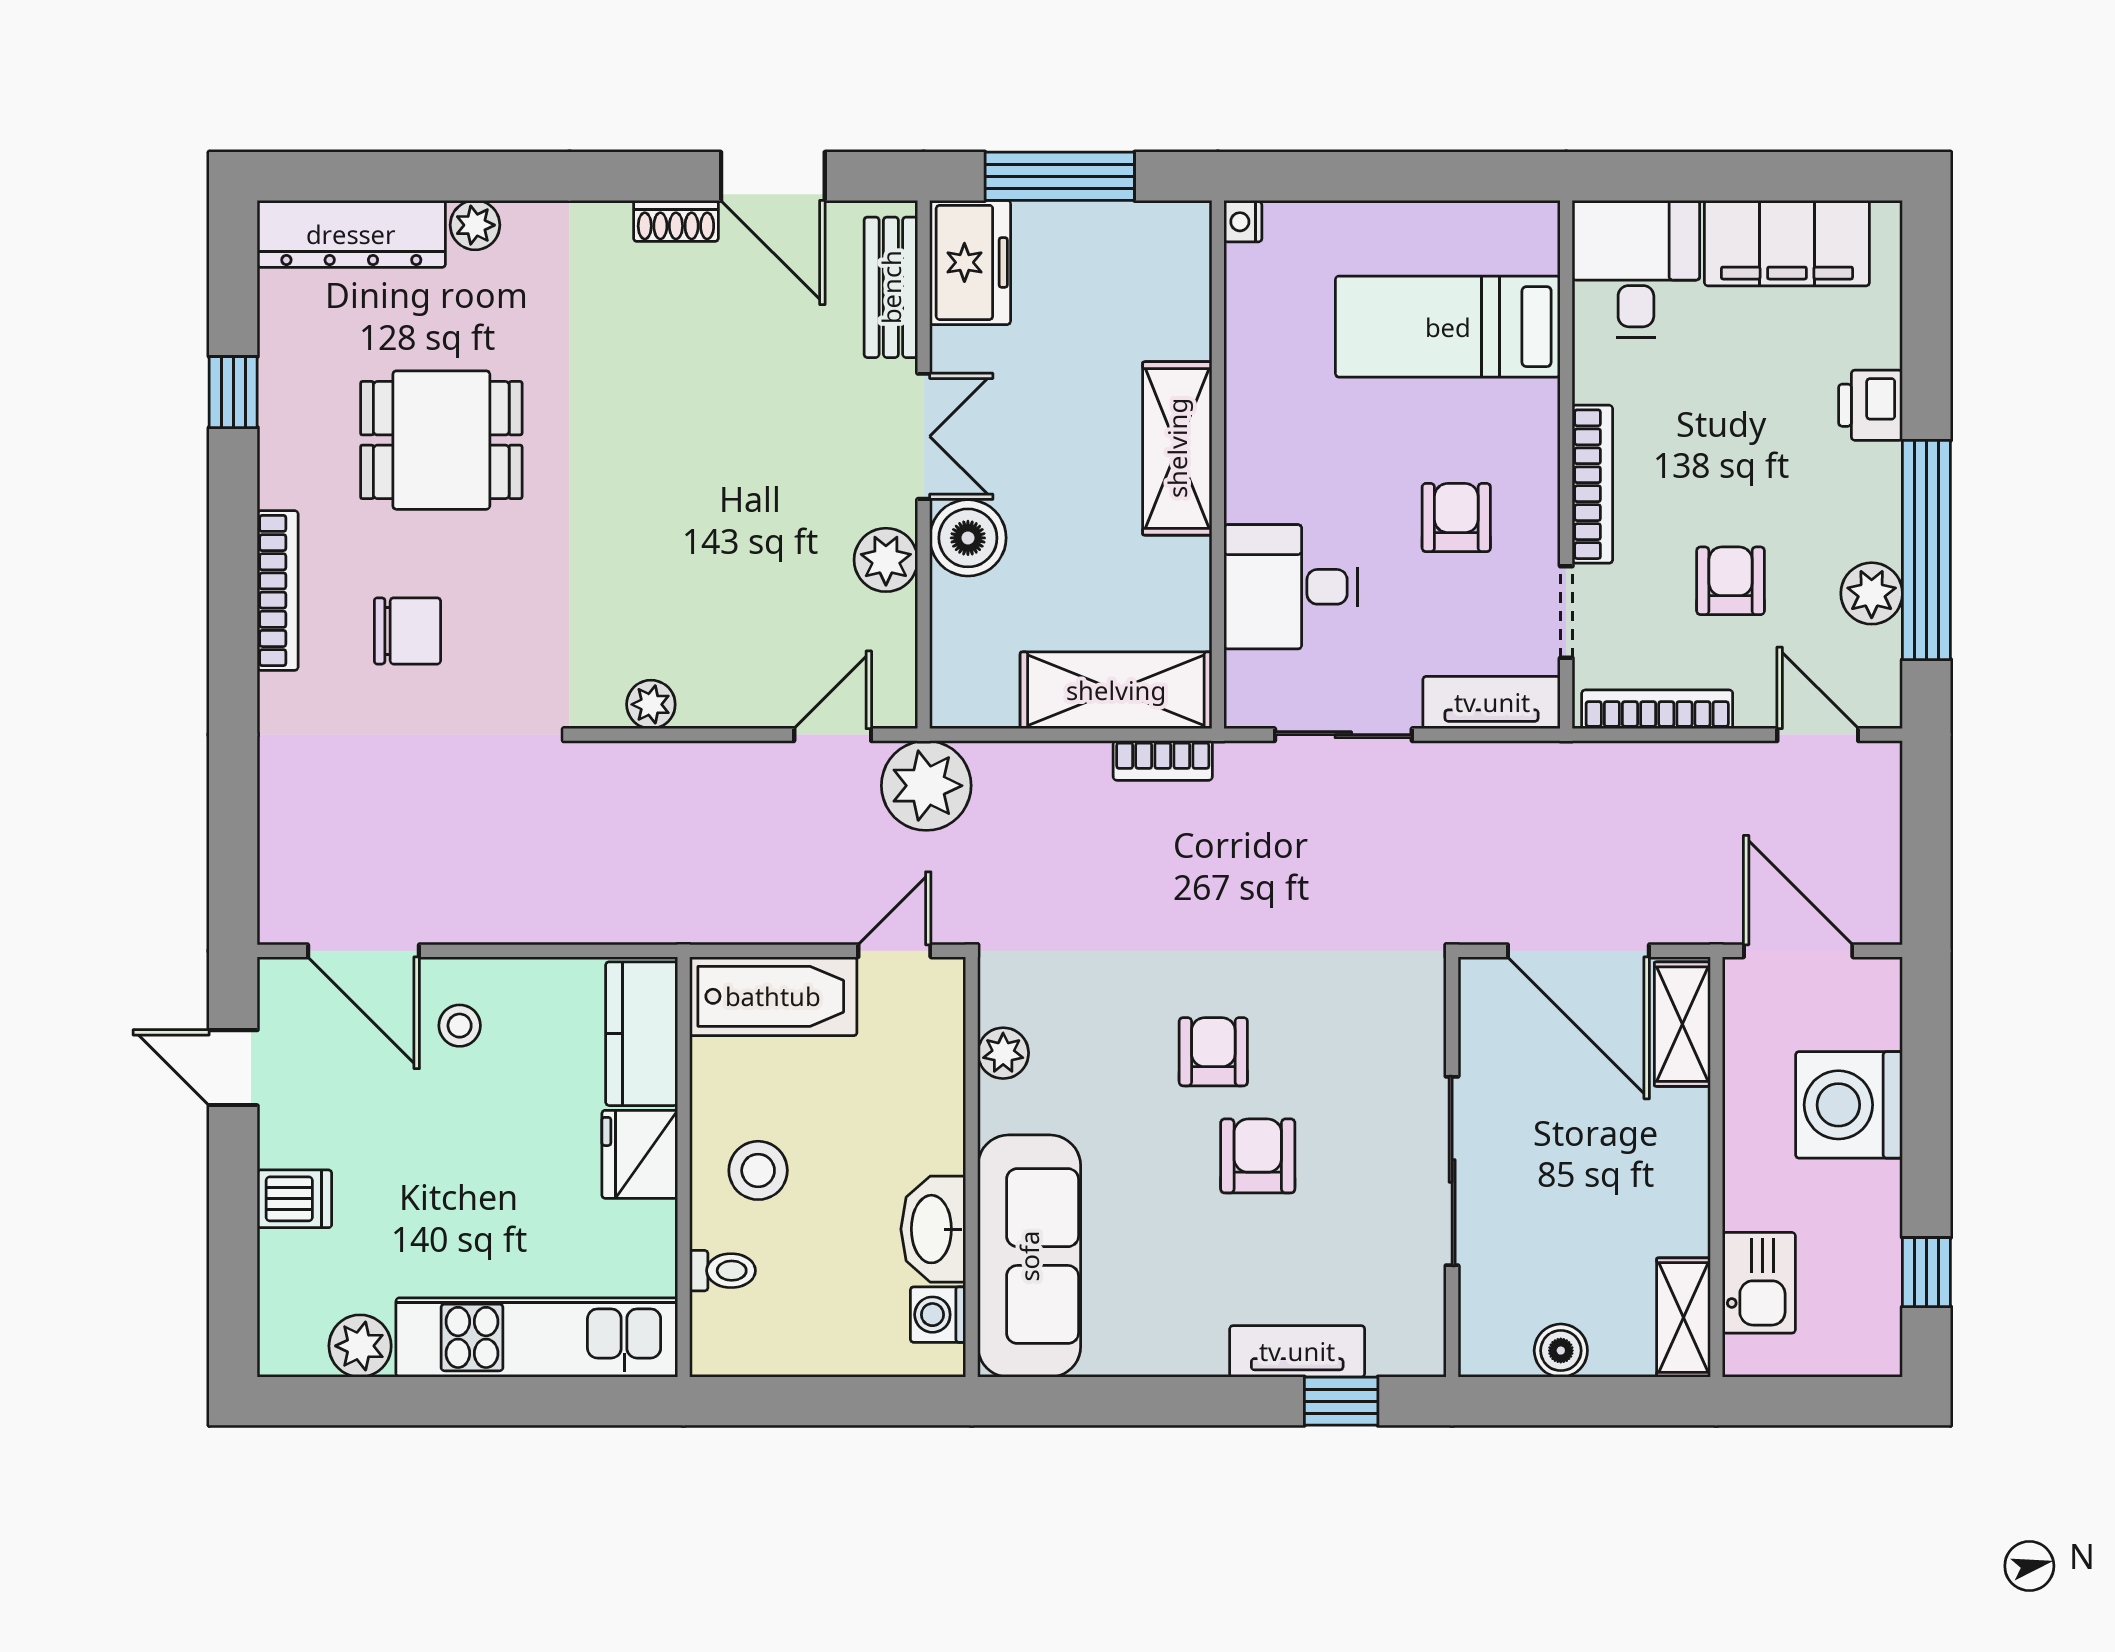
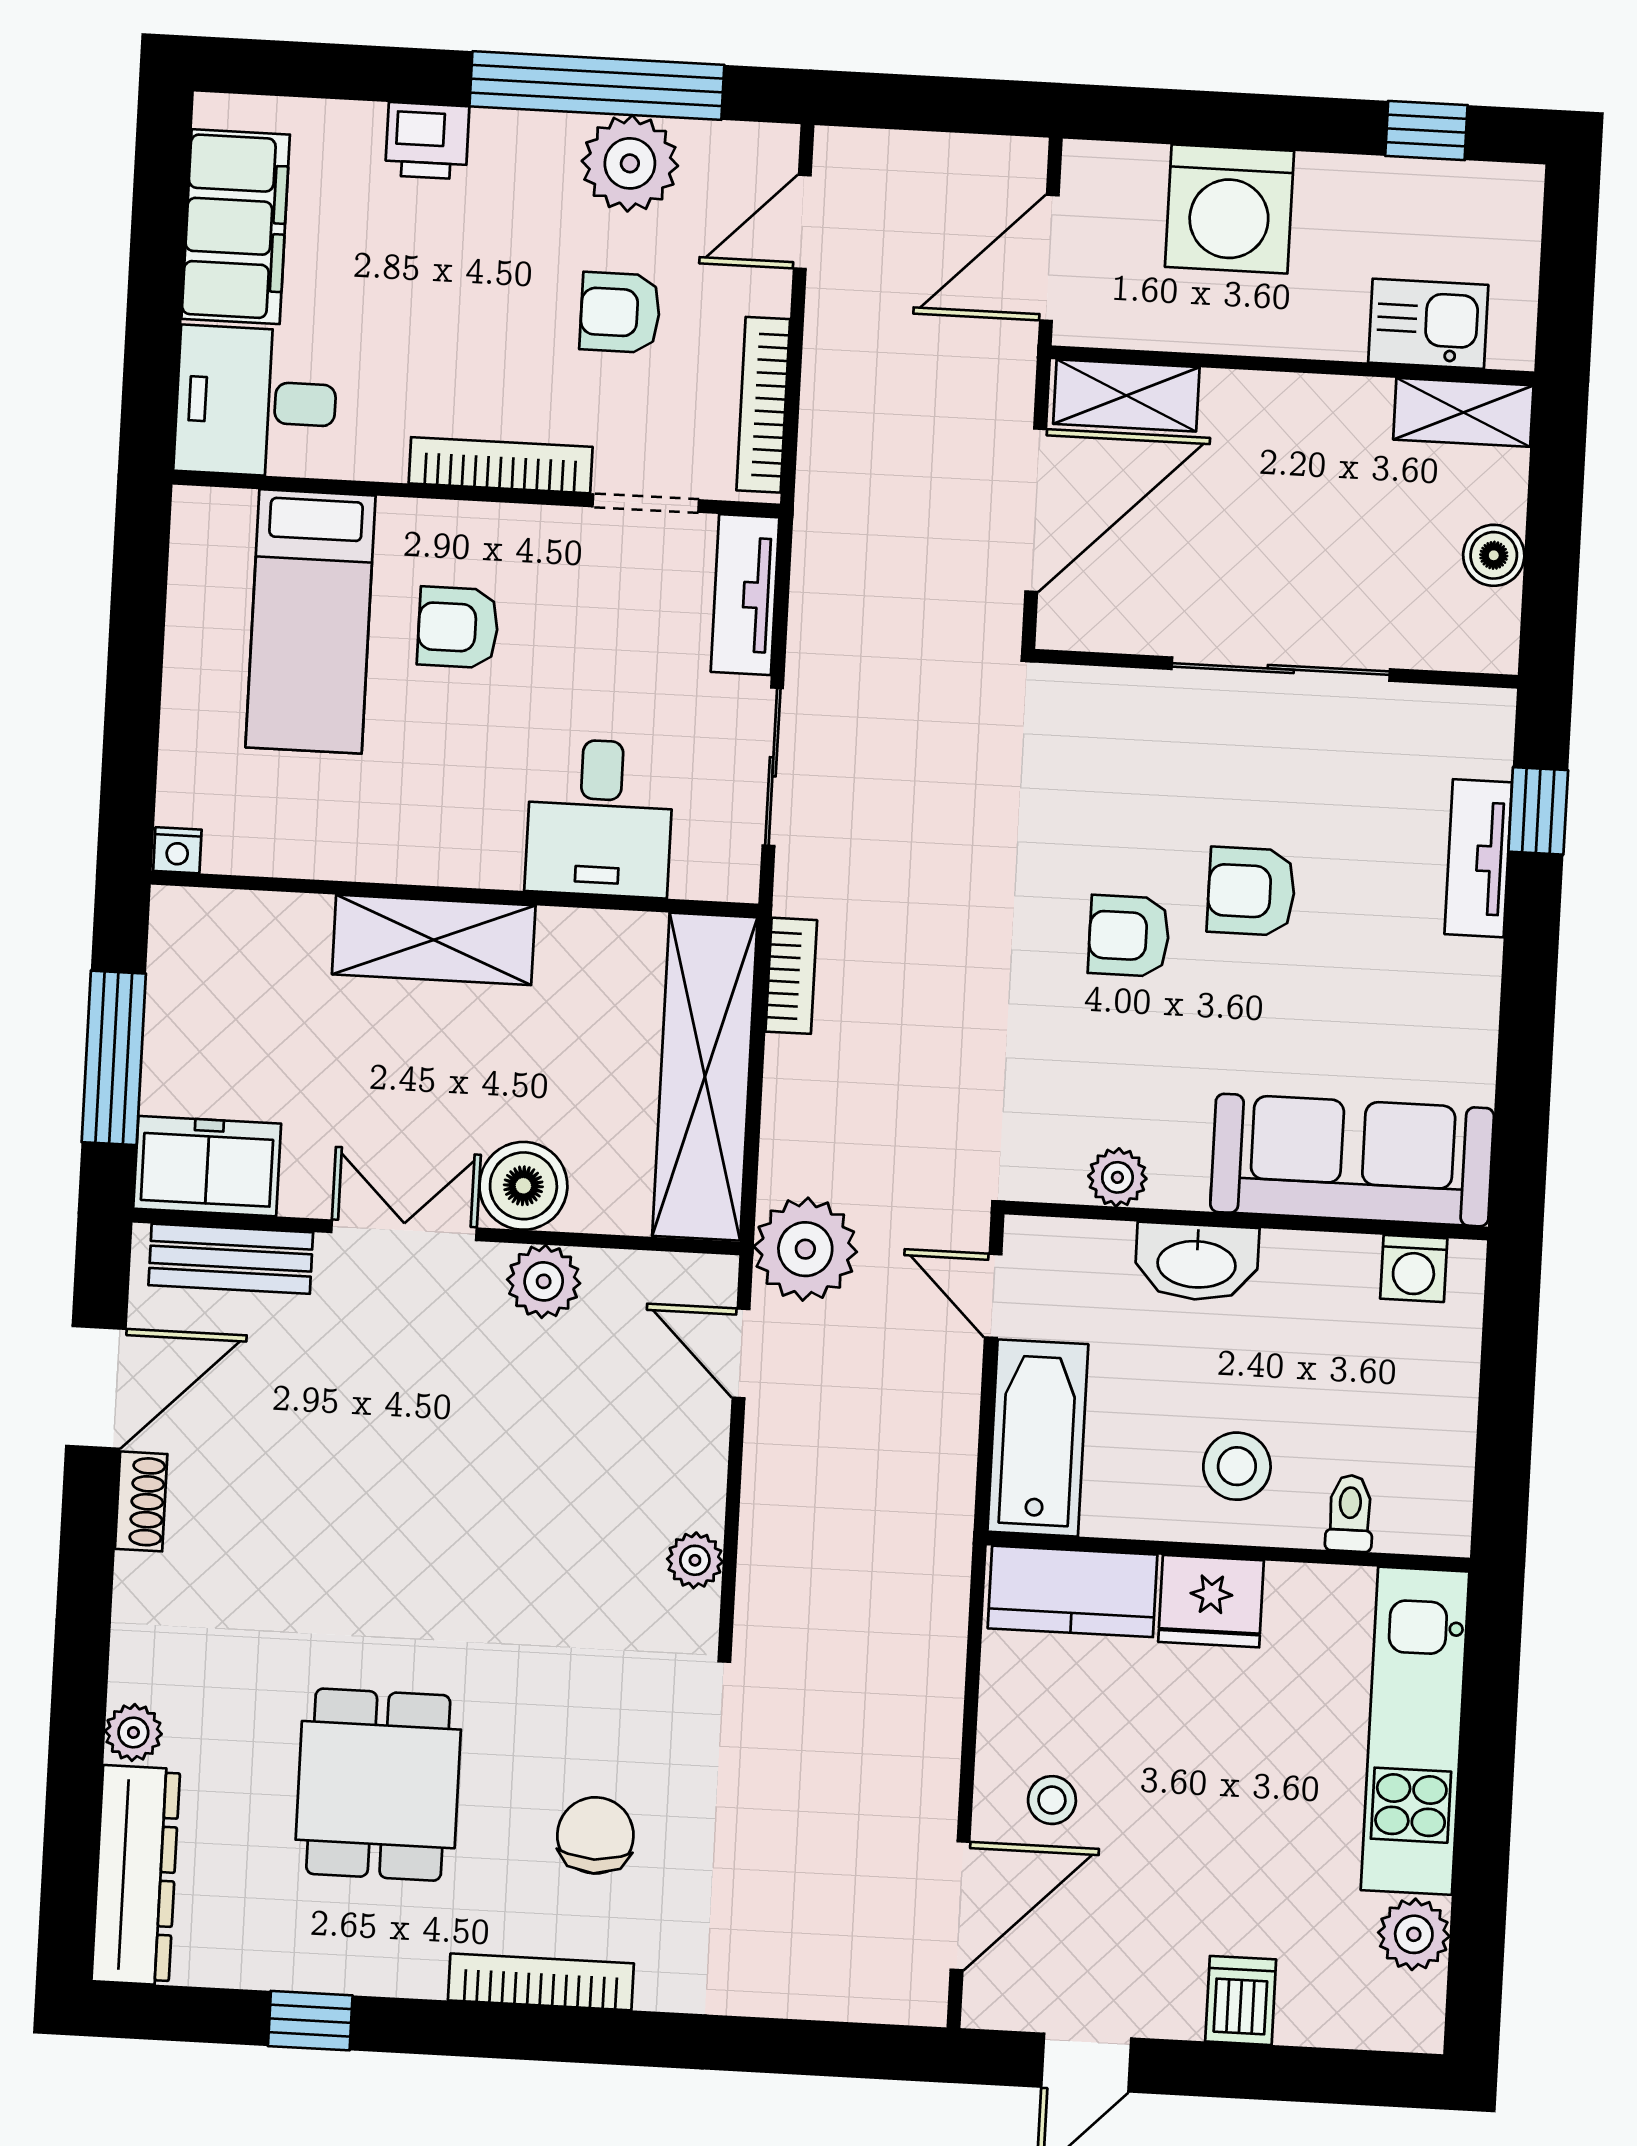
armchair: (1456, 518) -> (458, 627), moved
plant: (1872, 593) -> (630, 163), width x1.36, depth x1.36
shelving: (1116, 690) -> (705, 1077), width x1.47
washbasin: (933, 1229) -> (1197, 1262), moved

